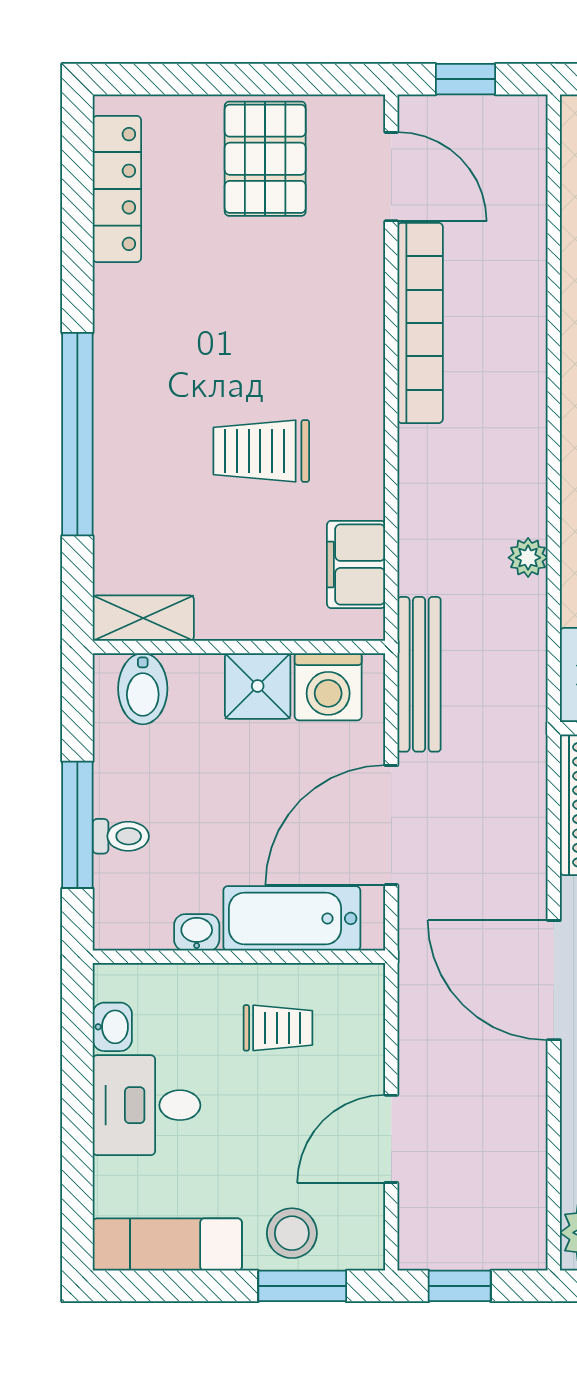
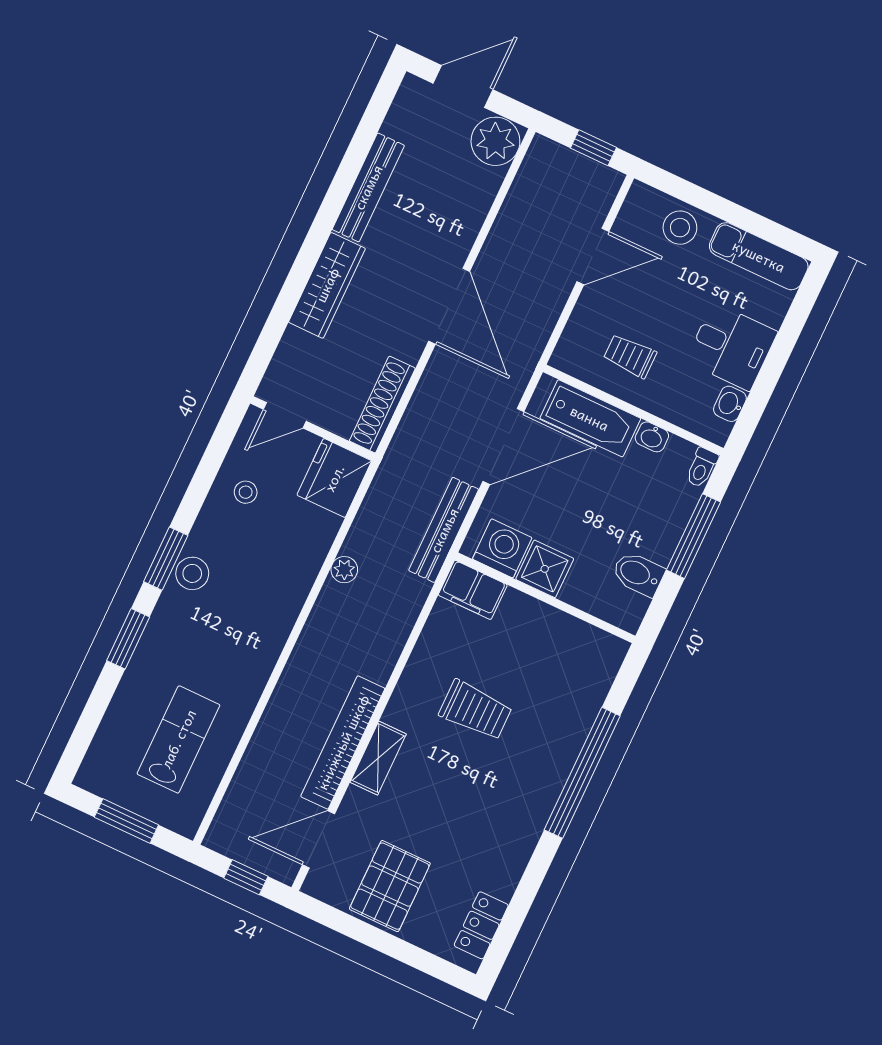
door: (391, 177) -> (319, 839), hinge flipped
locker: (117, 189) -> (481, 925), width x0.66
filing cabinet: (356, 564) -> (473, 590), moved, turned 90
shelving: (143, 618) -> (378, 758), moved, turned 90
bidet: (143, 689) -> (638, 574), moved, turned -90
toilet: (121, 836) -> (702, 468), moved, turned -90
window: (302, 1286) -> (689, 193), removed

